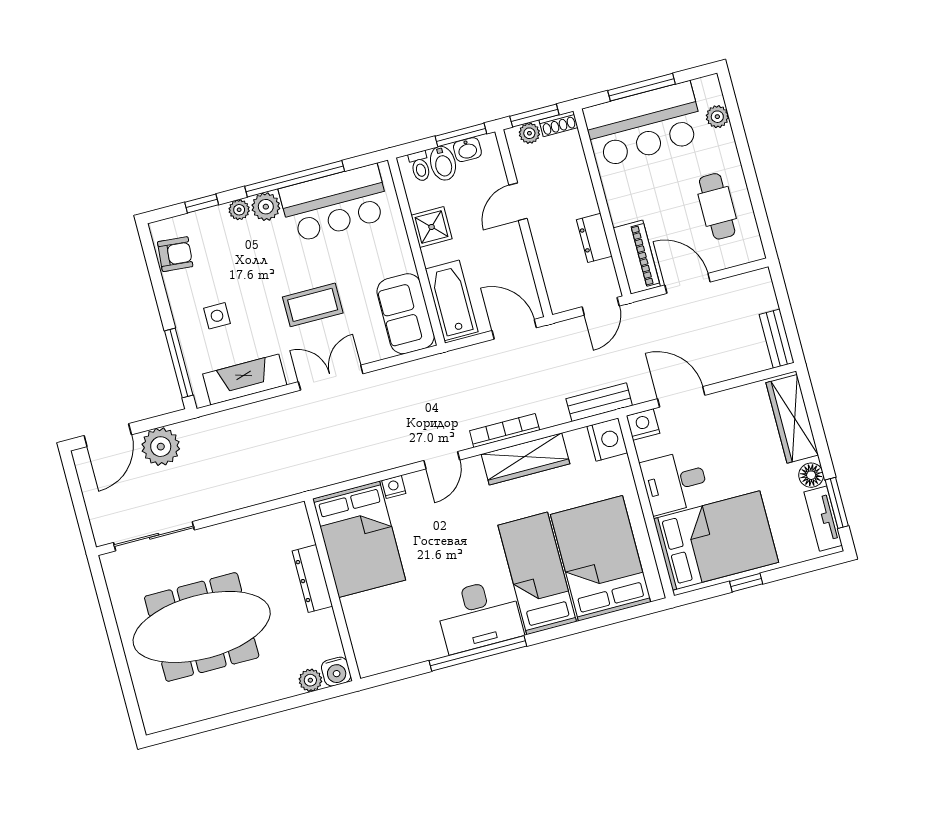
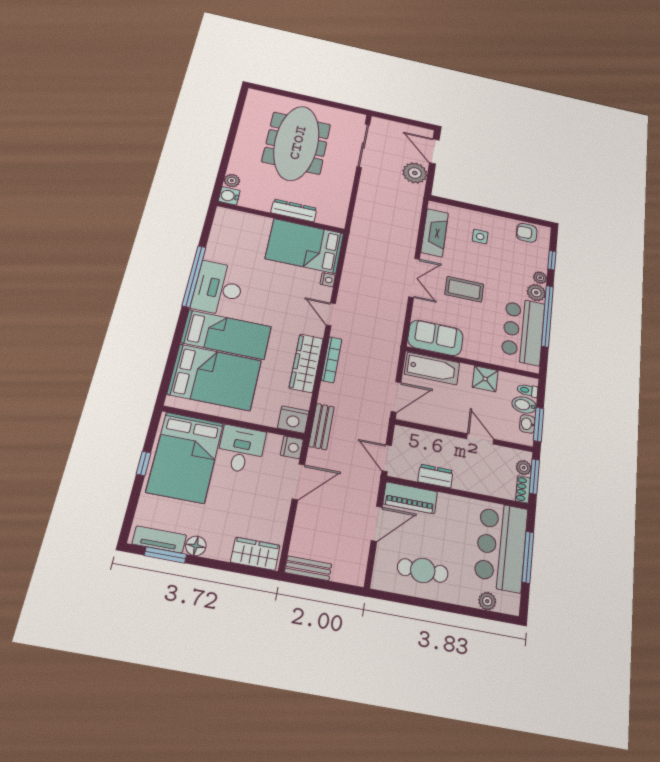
armchair: (175, 254) -> (527, 233), turned 85
coffee table: (313, 305) -> (464, 289), turned 90
window: (179, 363) -> (460, 205), removed
wardrobe: (792, 419) -> (255, 554), width x0.67

